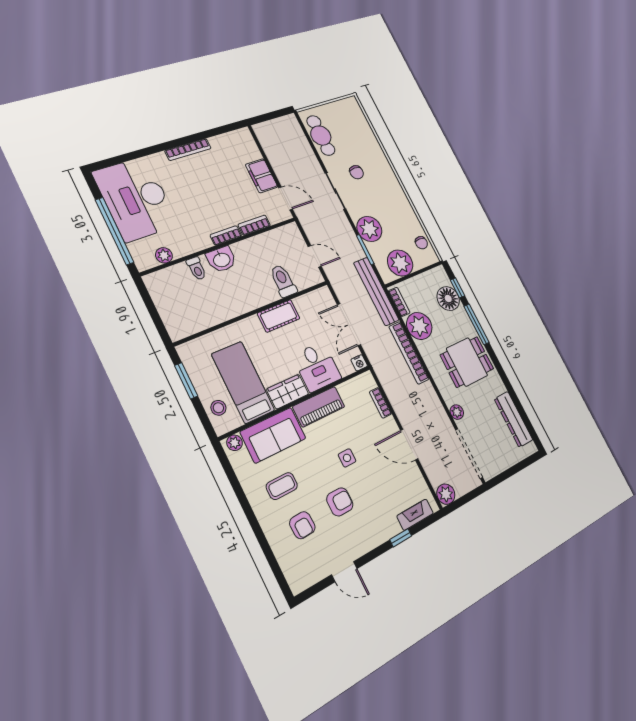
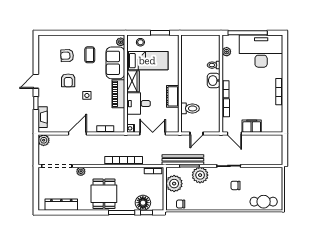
cafe table: (321, 135) -> (264, 202), moved
door: (286, 198) -> (234, 133), hinge flipped
bench: (376, 291) -> (183, 160), moved
plant: (419, 326) -> (135, 175), removed
door: (344, 572) -> (36, 81), moved

